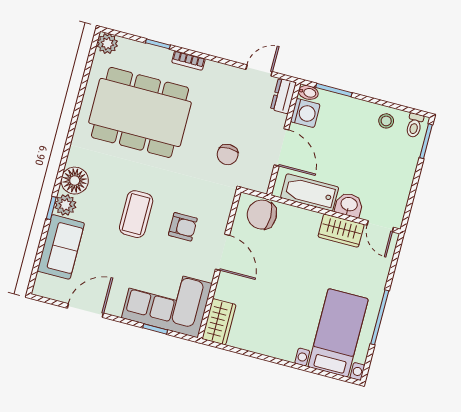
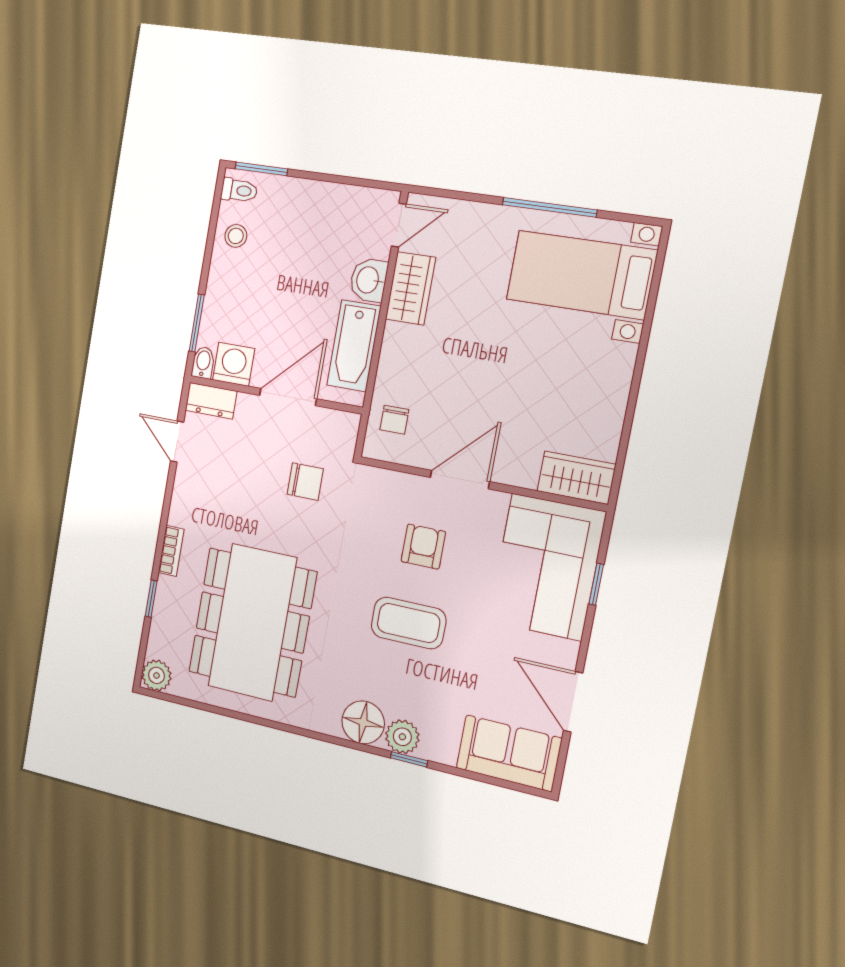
chair: (262, 215) -> (394, 420), width x0.54, depth x0.54
sofa: (61, 247) -> (509, 753), moved

